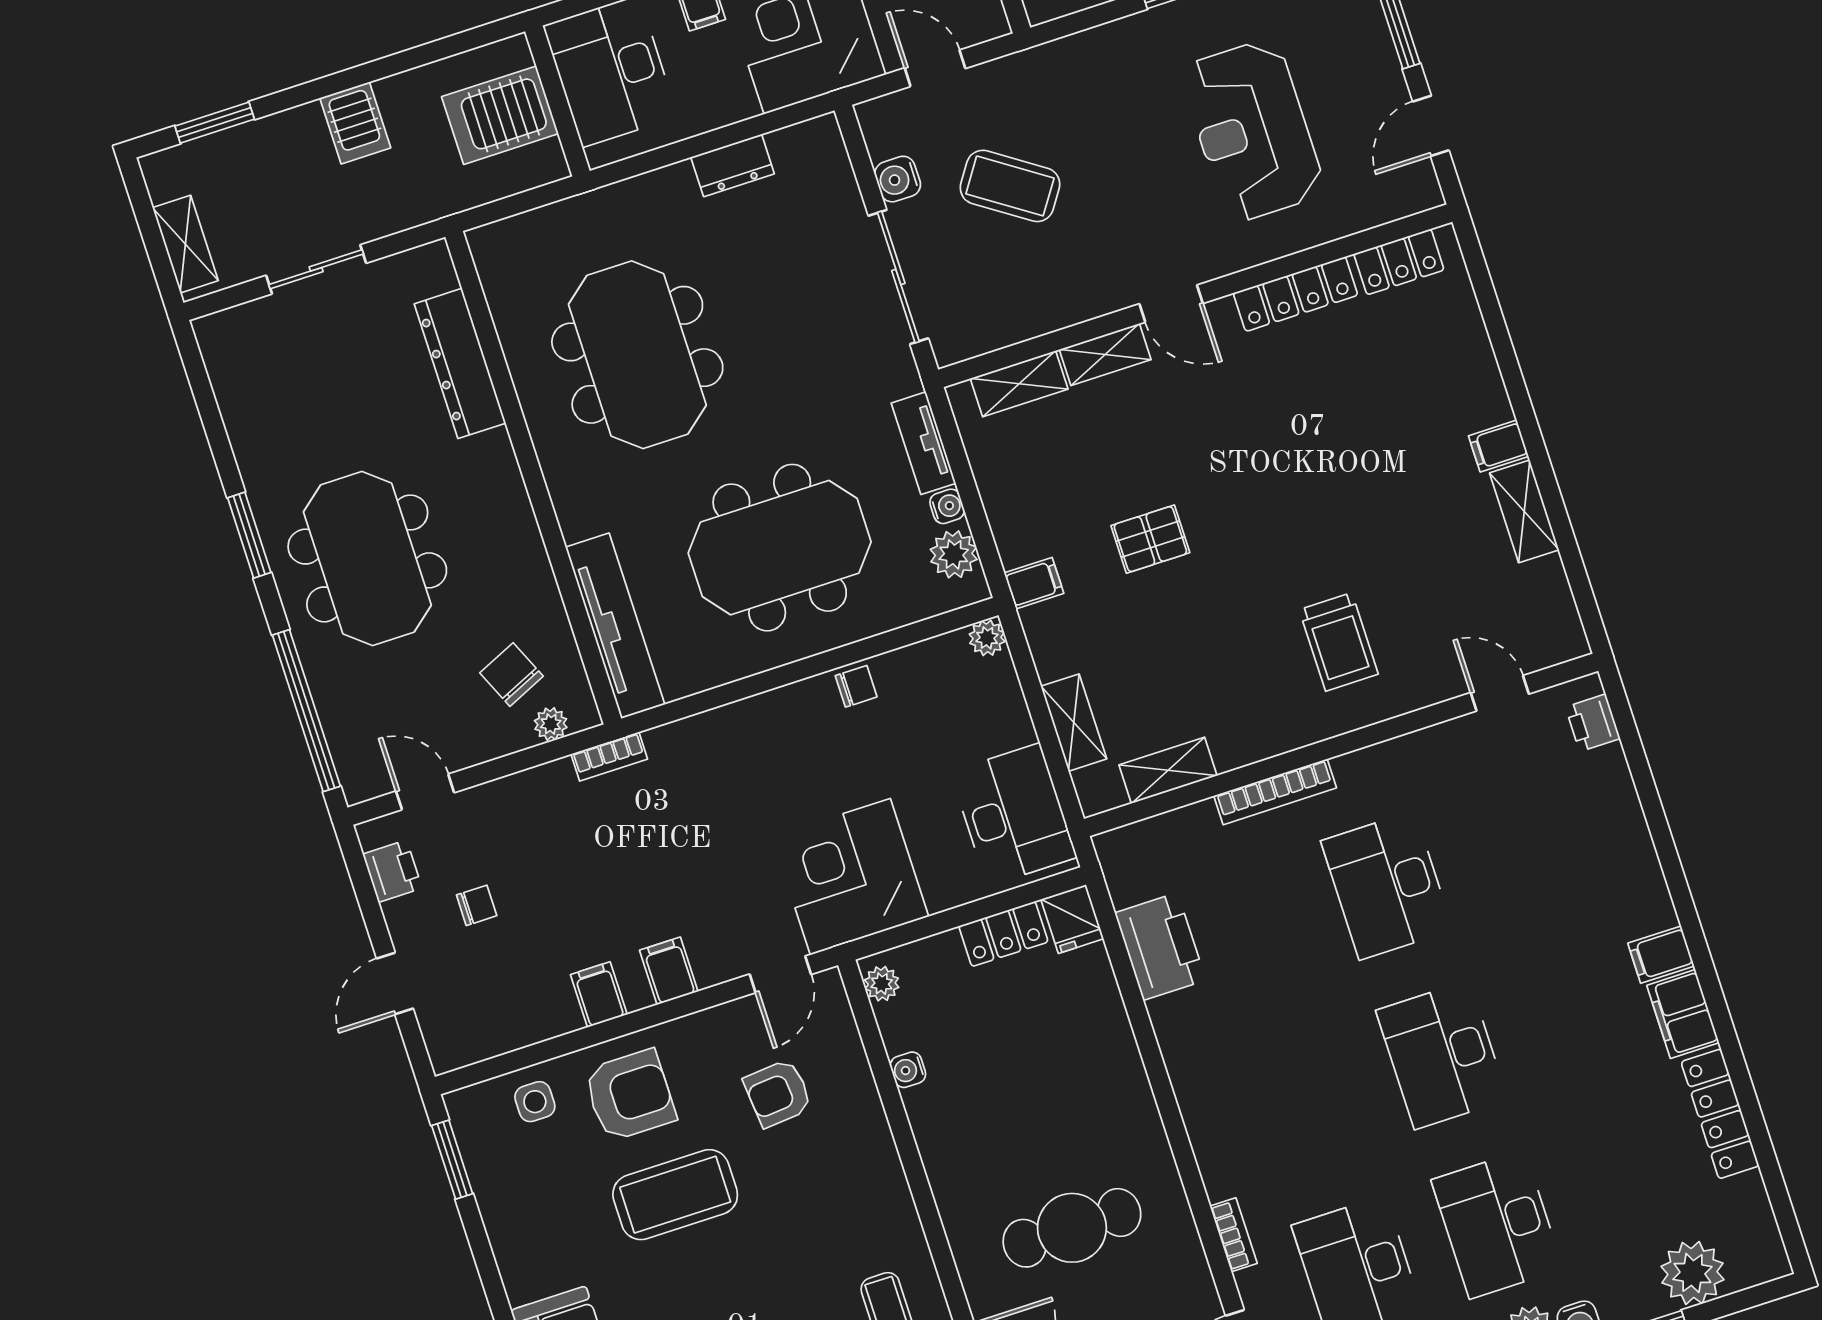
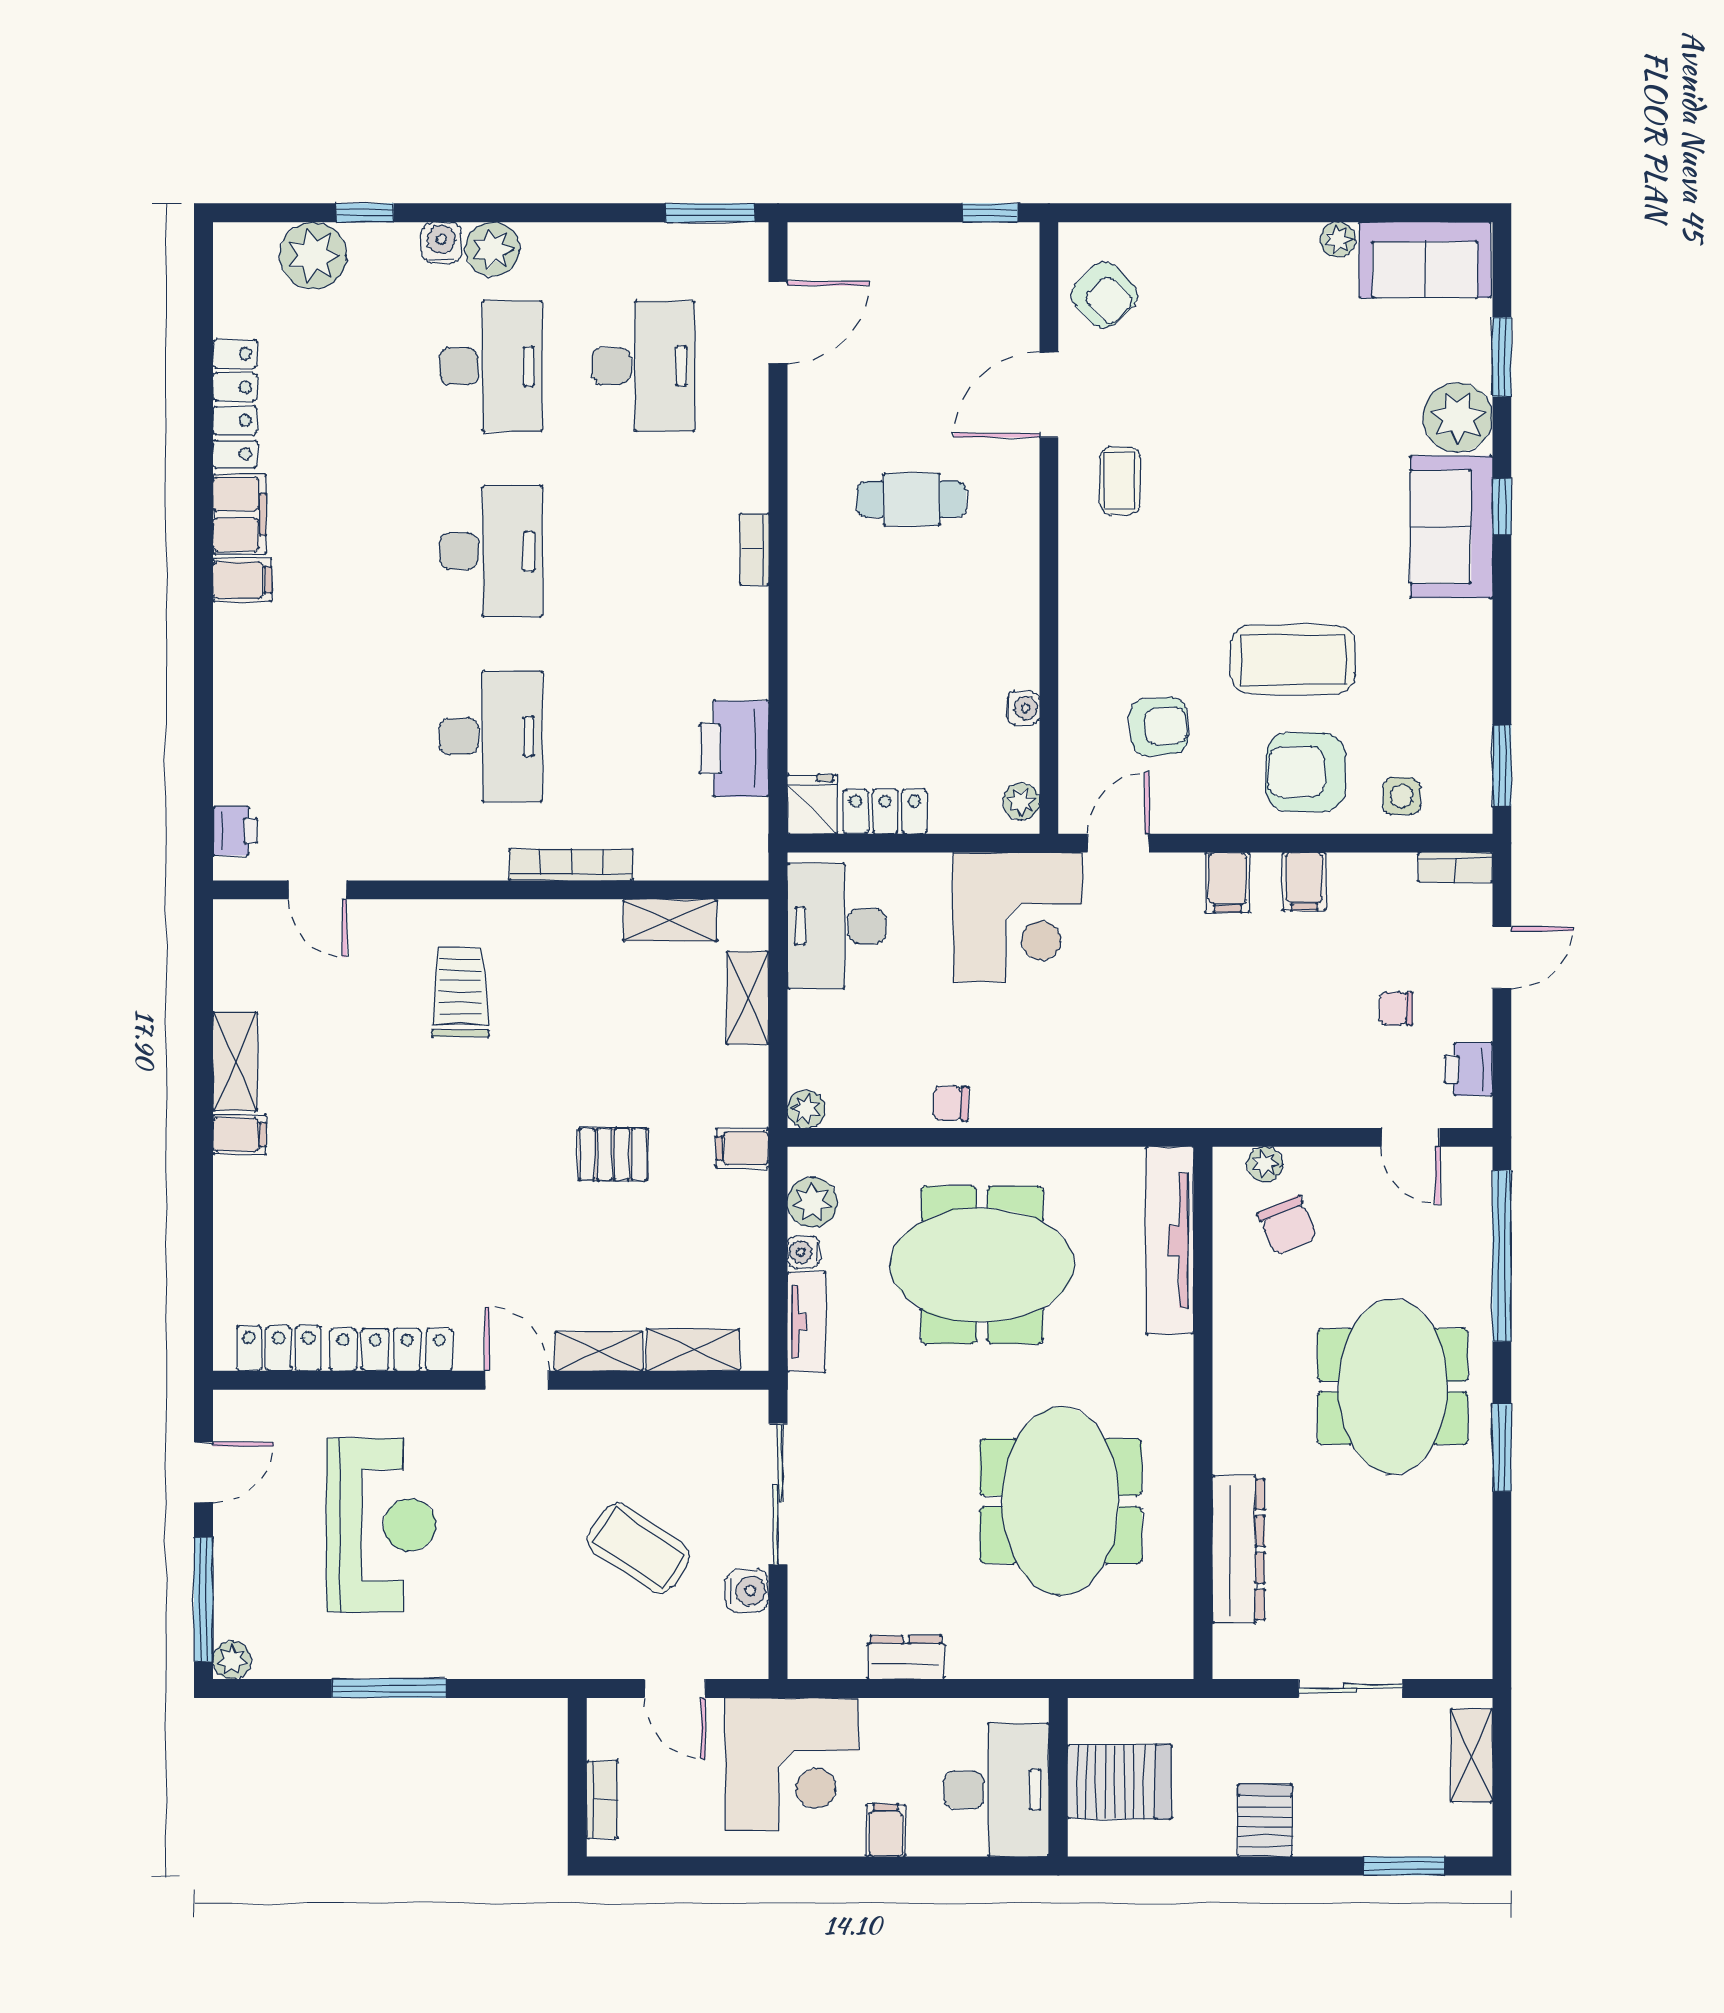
bookcase: (609, 757) -> (1455, 867), moved, turned 180
cafe table: (1072, 1228) -> (912, 499), width x0.73, depth x0.74
bookcase: (1234, 1235) -> (754, 549), moved

